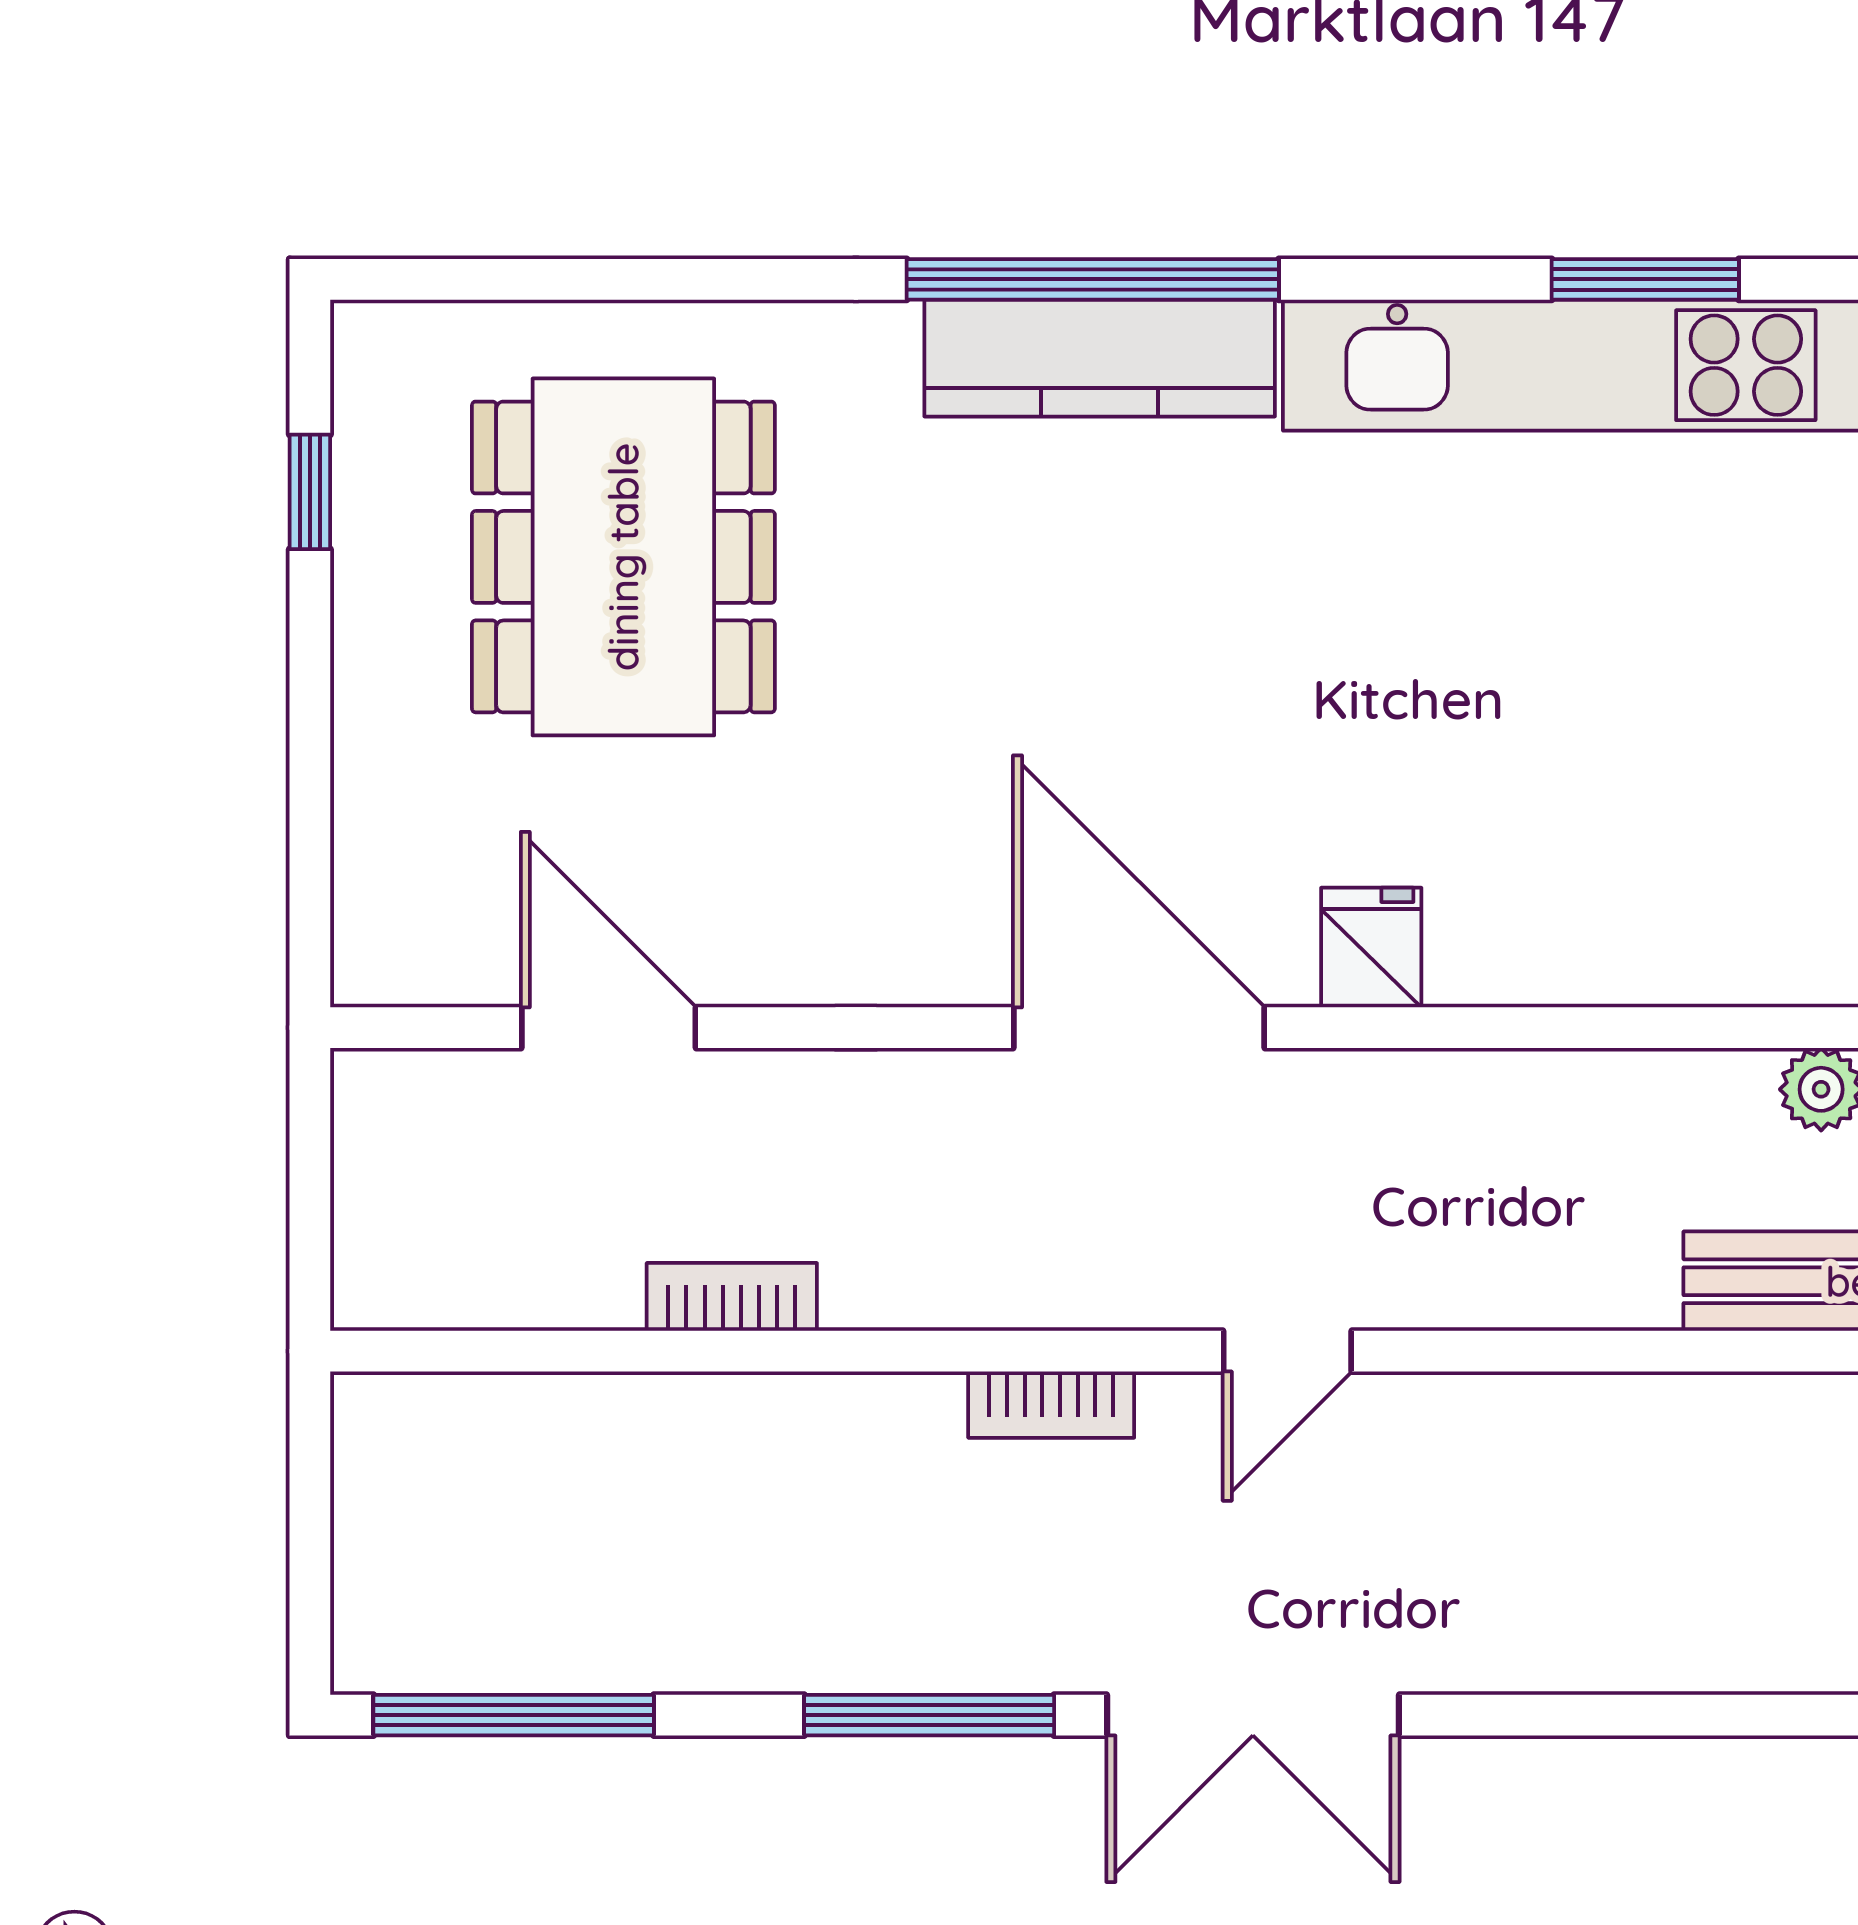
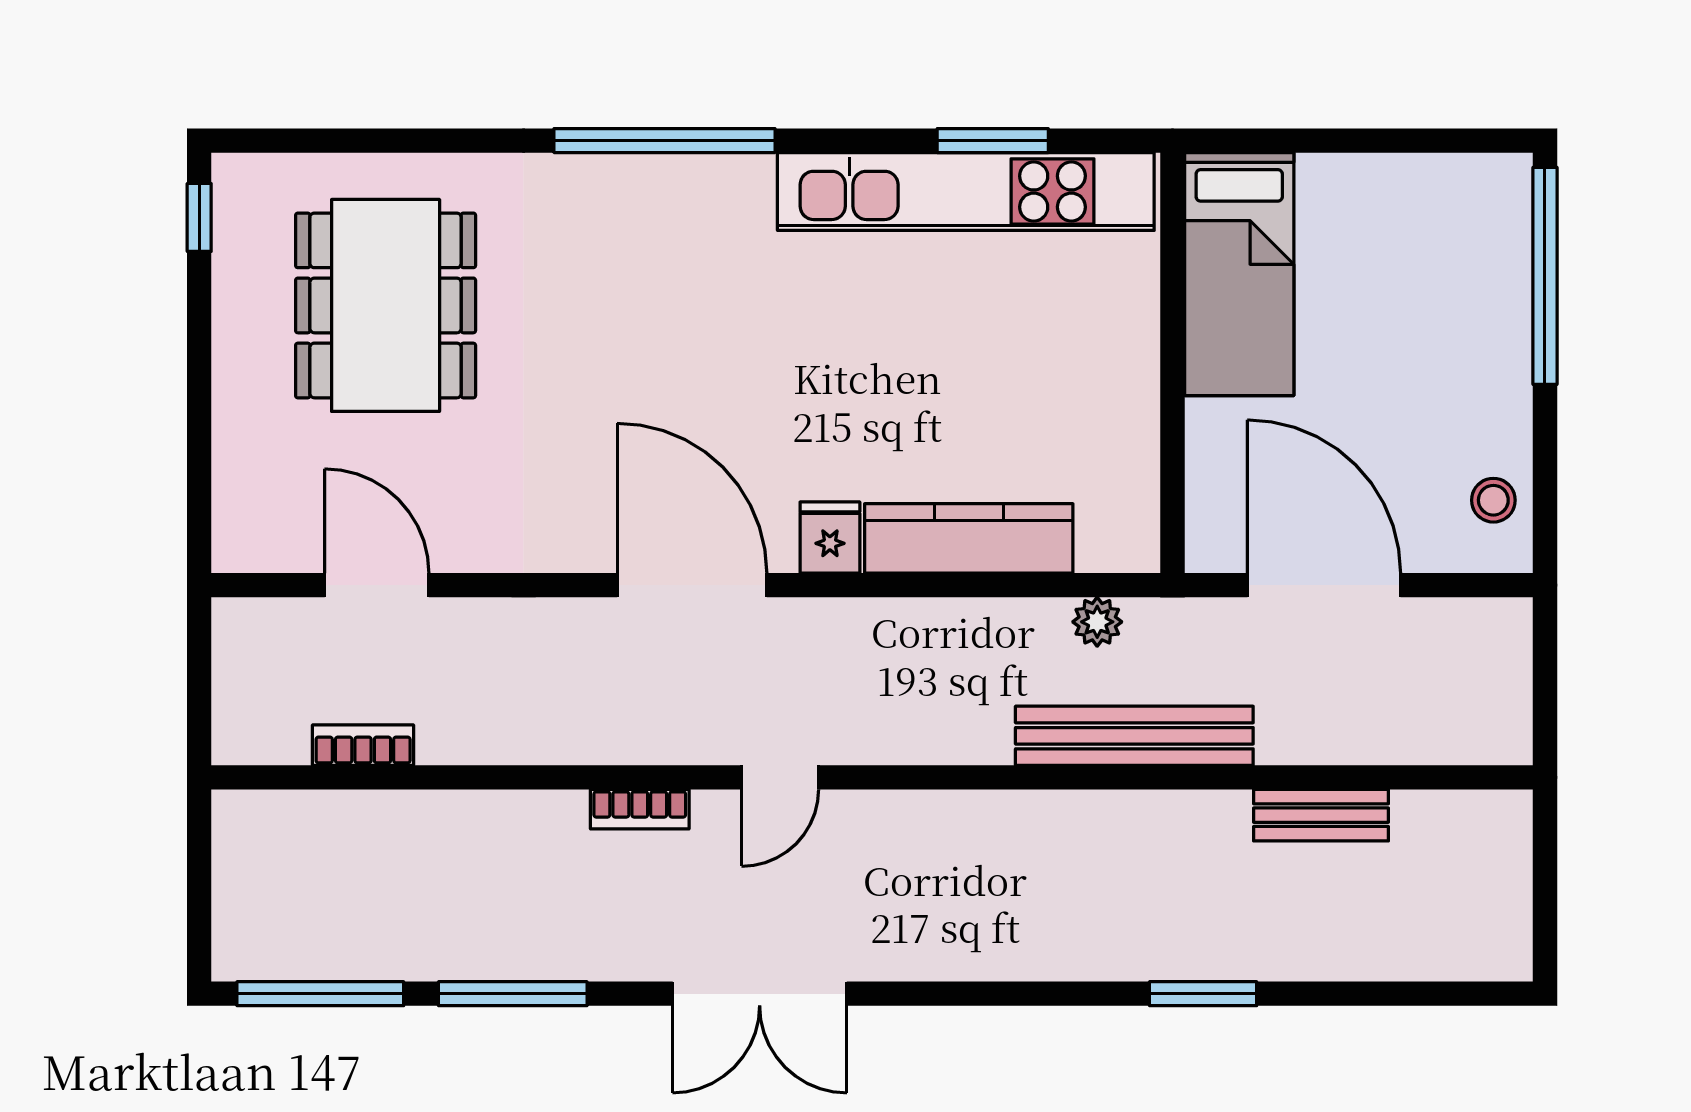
kitchen counter: (1100, 358) -> (969, 538), moved, turned 180
window: (310, 492) -> (199, 217), moved
bookcase: (732, 1297) -> (363, 745), moved
window: (929, 1715) -> (513, 994), moved

